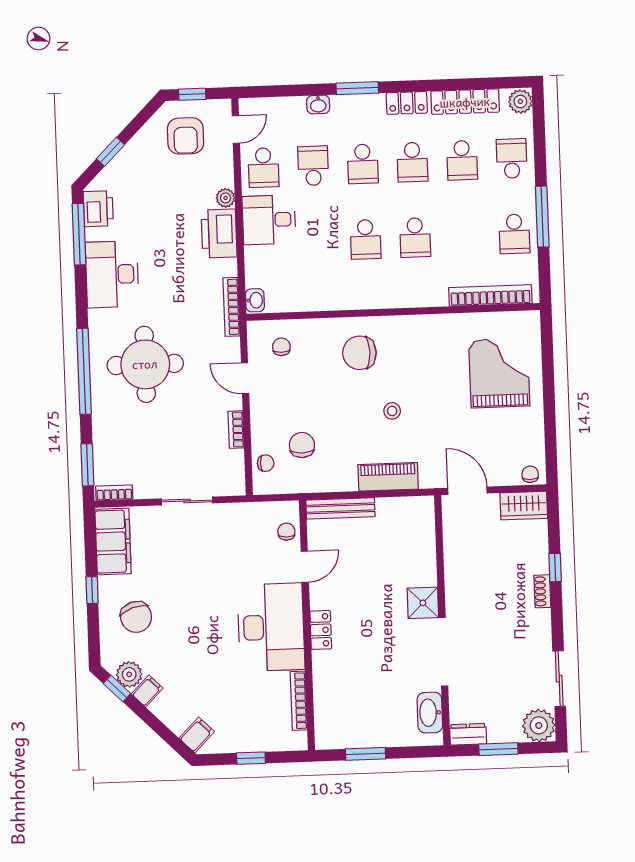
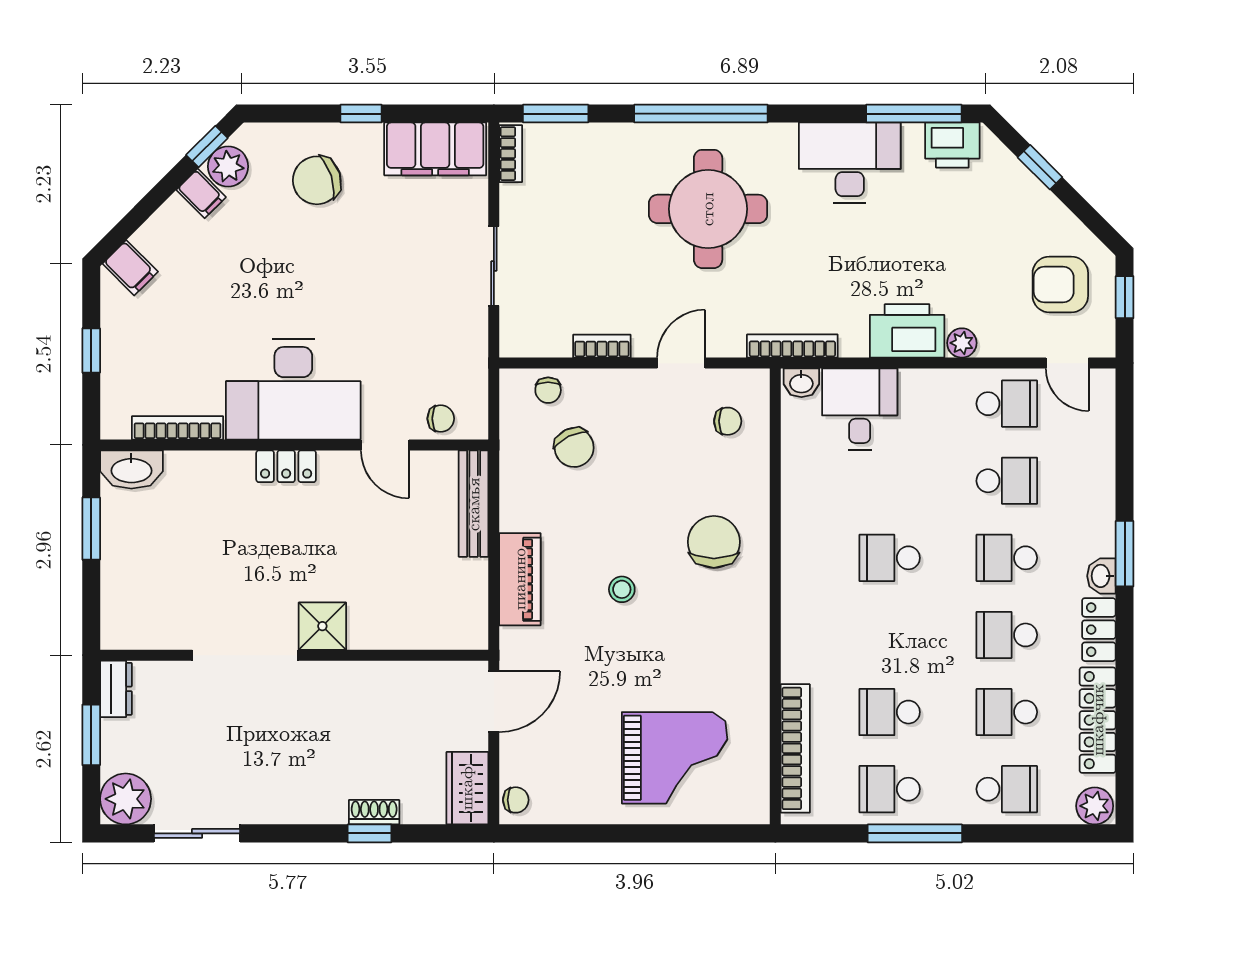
washbasin: (318, 105) -> (1101, 576), moved
school desk: (264, 168) -> (1007, 404), turned 180
desk: (269, 220) -> (860, 409), moved
school desk: (415, 238) -> (890, 712), moved
chair: (302, 445) -> (574, 447), turned 64
shoe rack: (542, 591) -> (374, 812), moved
washbasin: (430, 713) -> (131, 469), moved, turned 180

